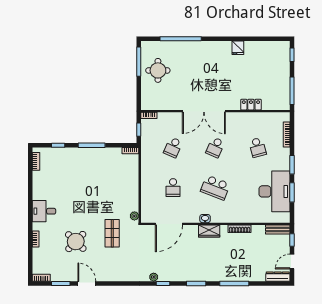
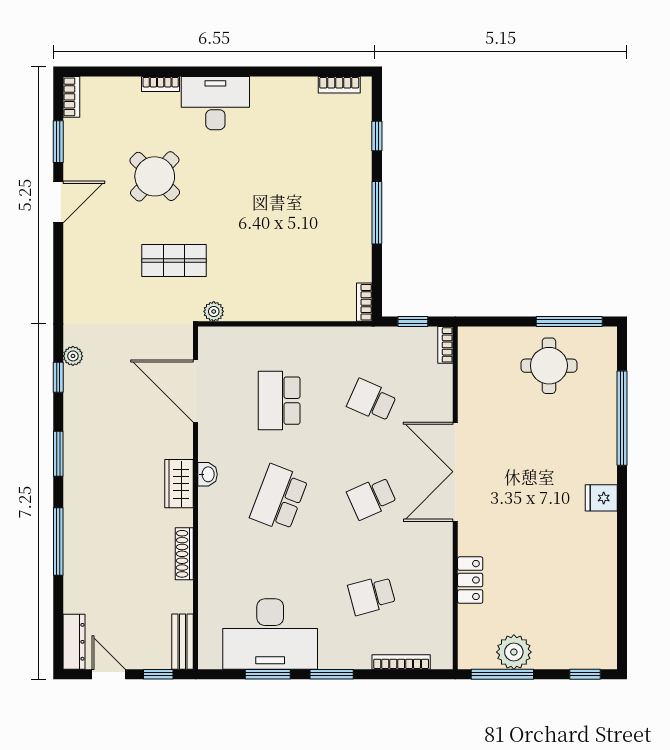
fridge: (238, 48) -> (601, 498), moved
plant: (282, 86) -> (514, 652), added
school desk: (215, 147) -> (372, 498), turned -48
school desk: (173, 188) -> (279, 401), width x1.85
desk: (44, 211) -> (215, 103), width x1.37

